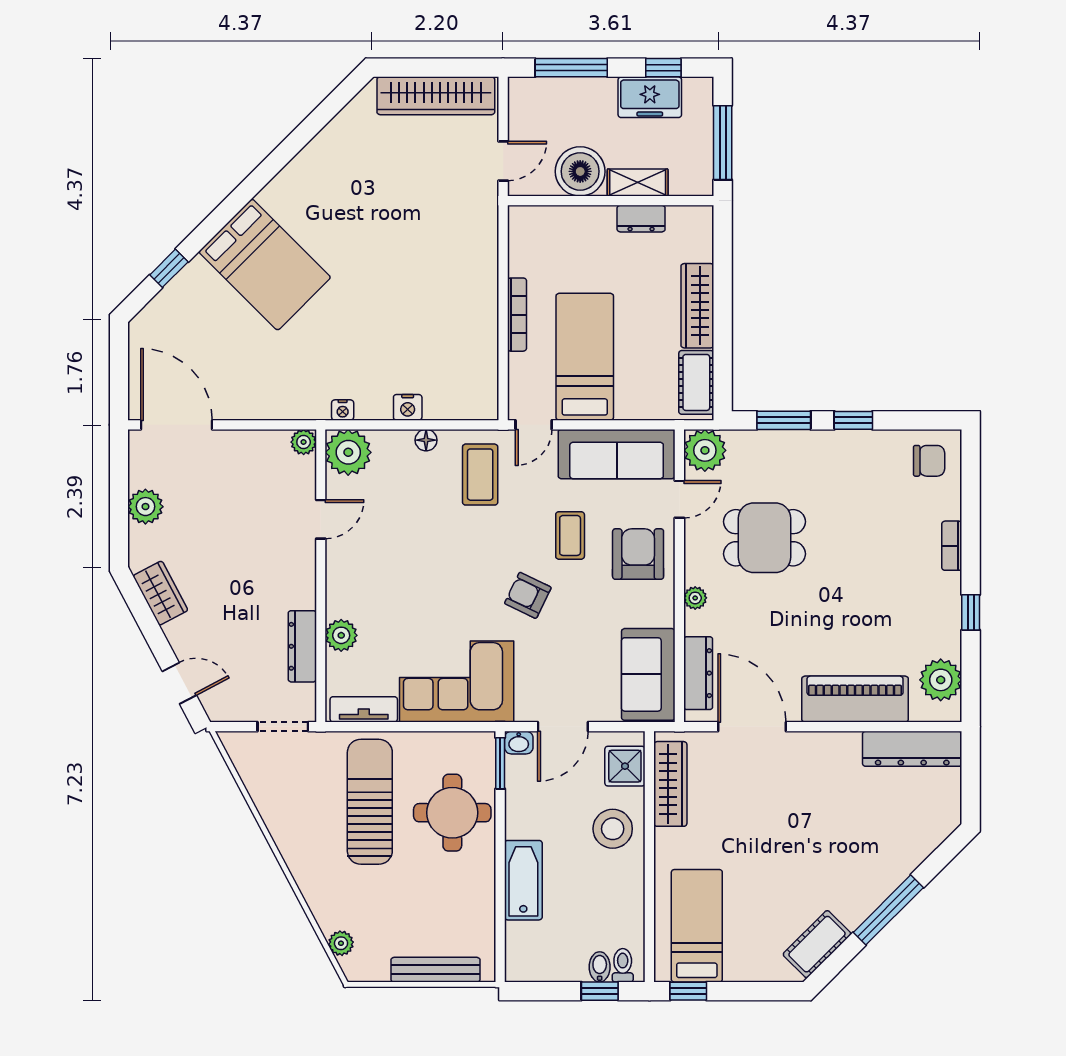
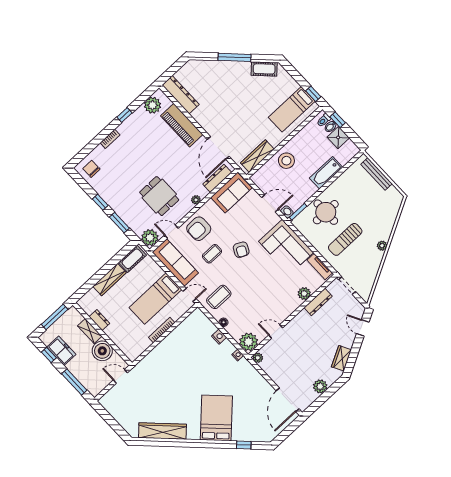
wardrobe: (436, 96) -> (162, 431), moved, turned -45
shower: (625, 766) -> (338, 137), moved
sun lounger: (370, 802) -> (345, 239), width x0.73, depth x0.75
plant: (341, 943) -> (382, 246), moved

